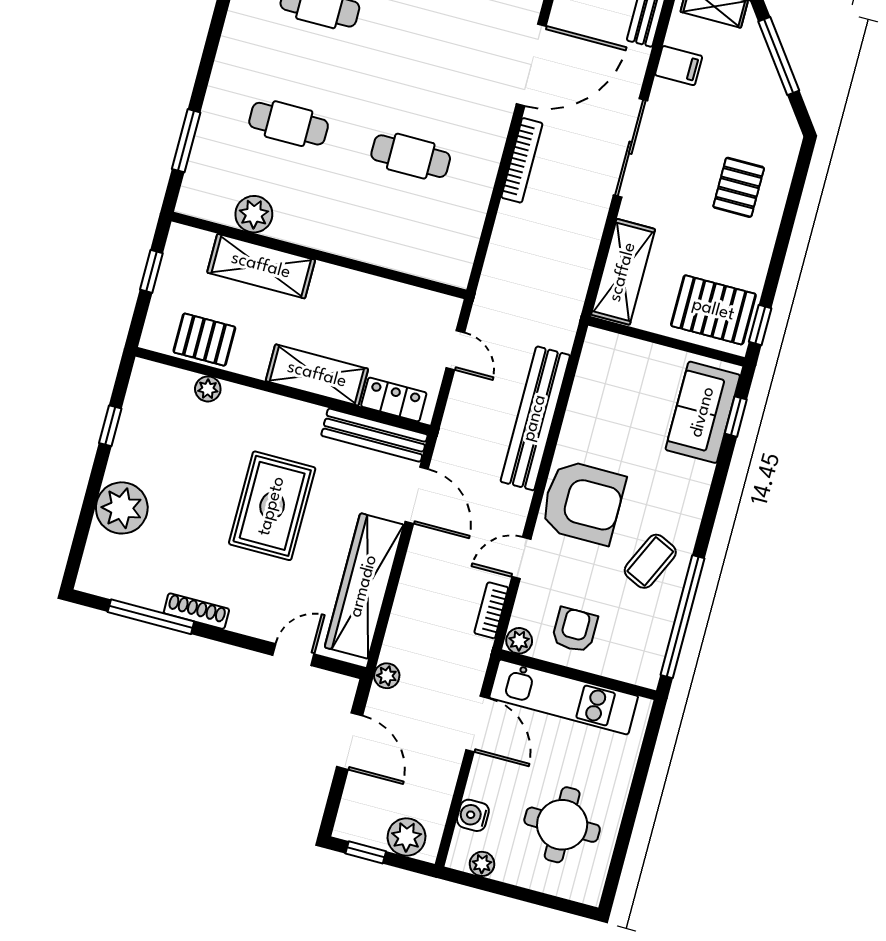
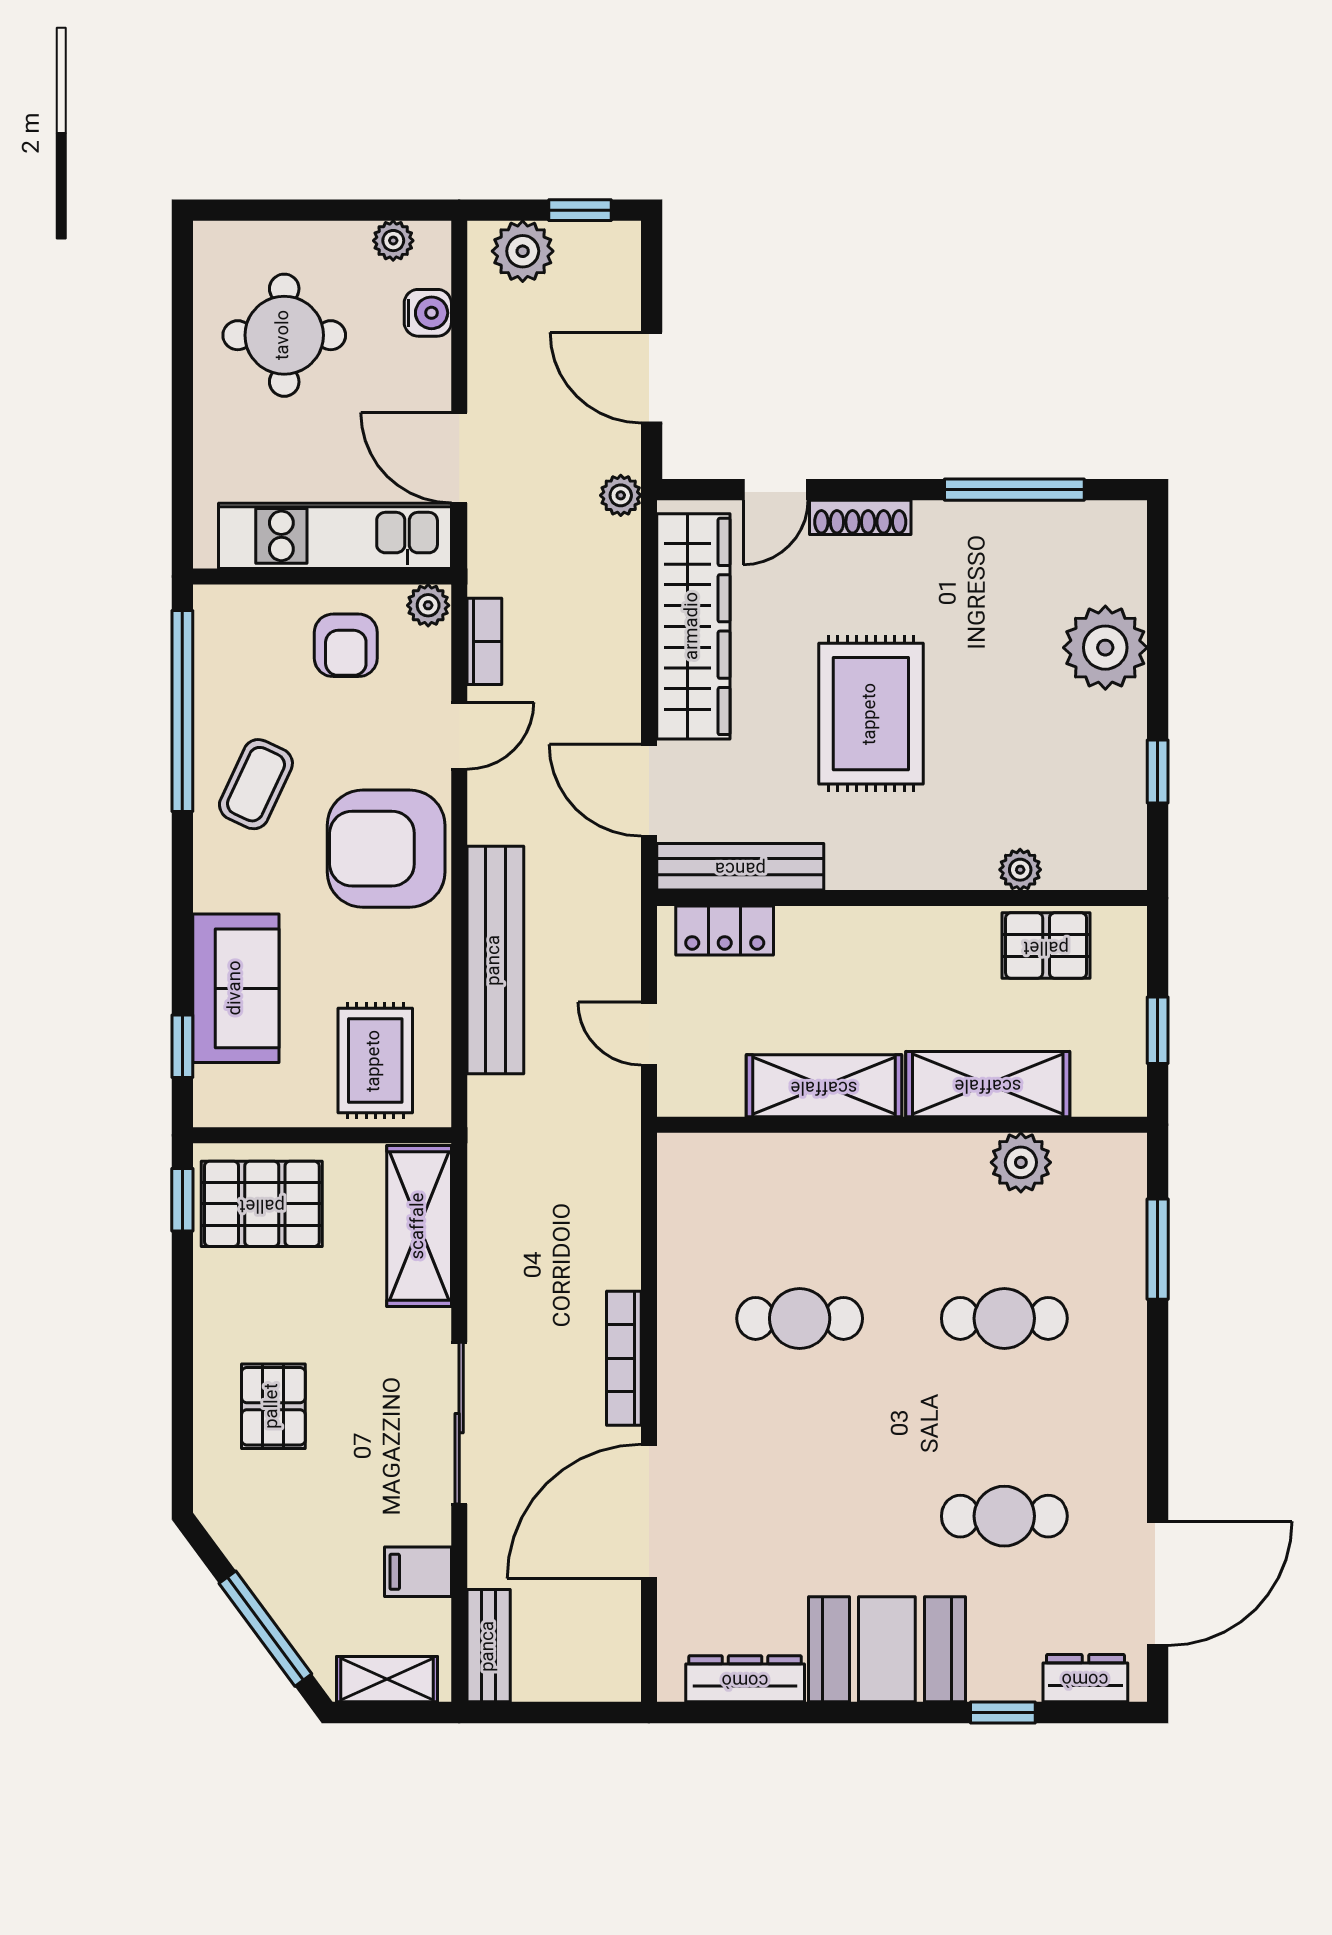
shelving: (317, 375) -> (824, 1086), moved
rug: (623, 377) -> (375, 1061), added
sofa: (703, 412) -> (236, 988), moved
shoe rack: (196, 611) -> (860, 517), moved

